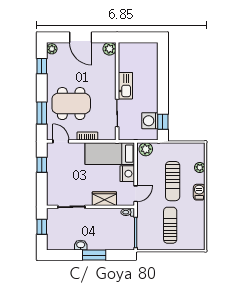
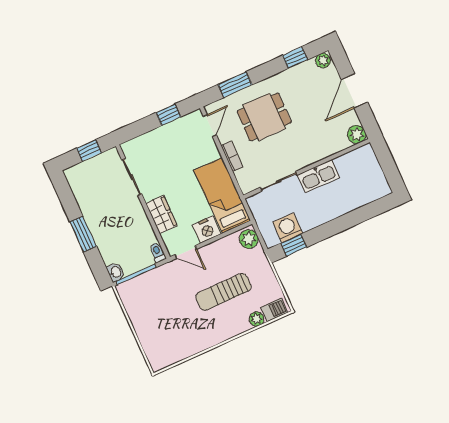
dining table: (71, 104) -> (264, 117), width x0.73
barbecue: (199, 192) -> (274, 310), moved
sun lounger: (170, 225) -> (165, 314), removed
washbasin: (81, 245) -> (116, 272), moved

